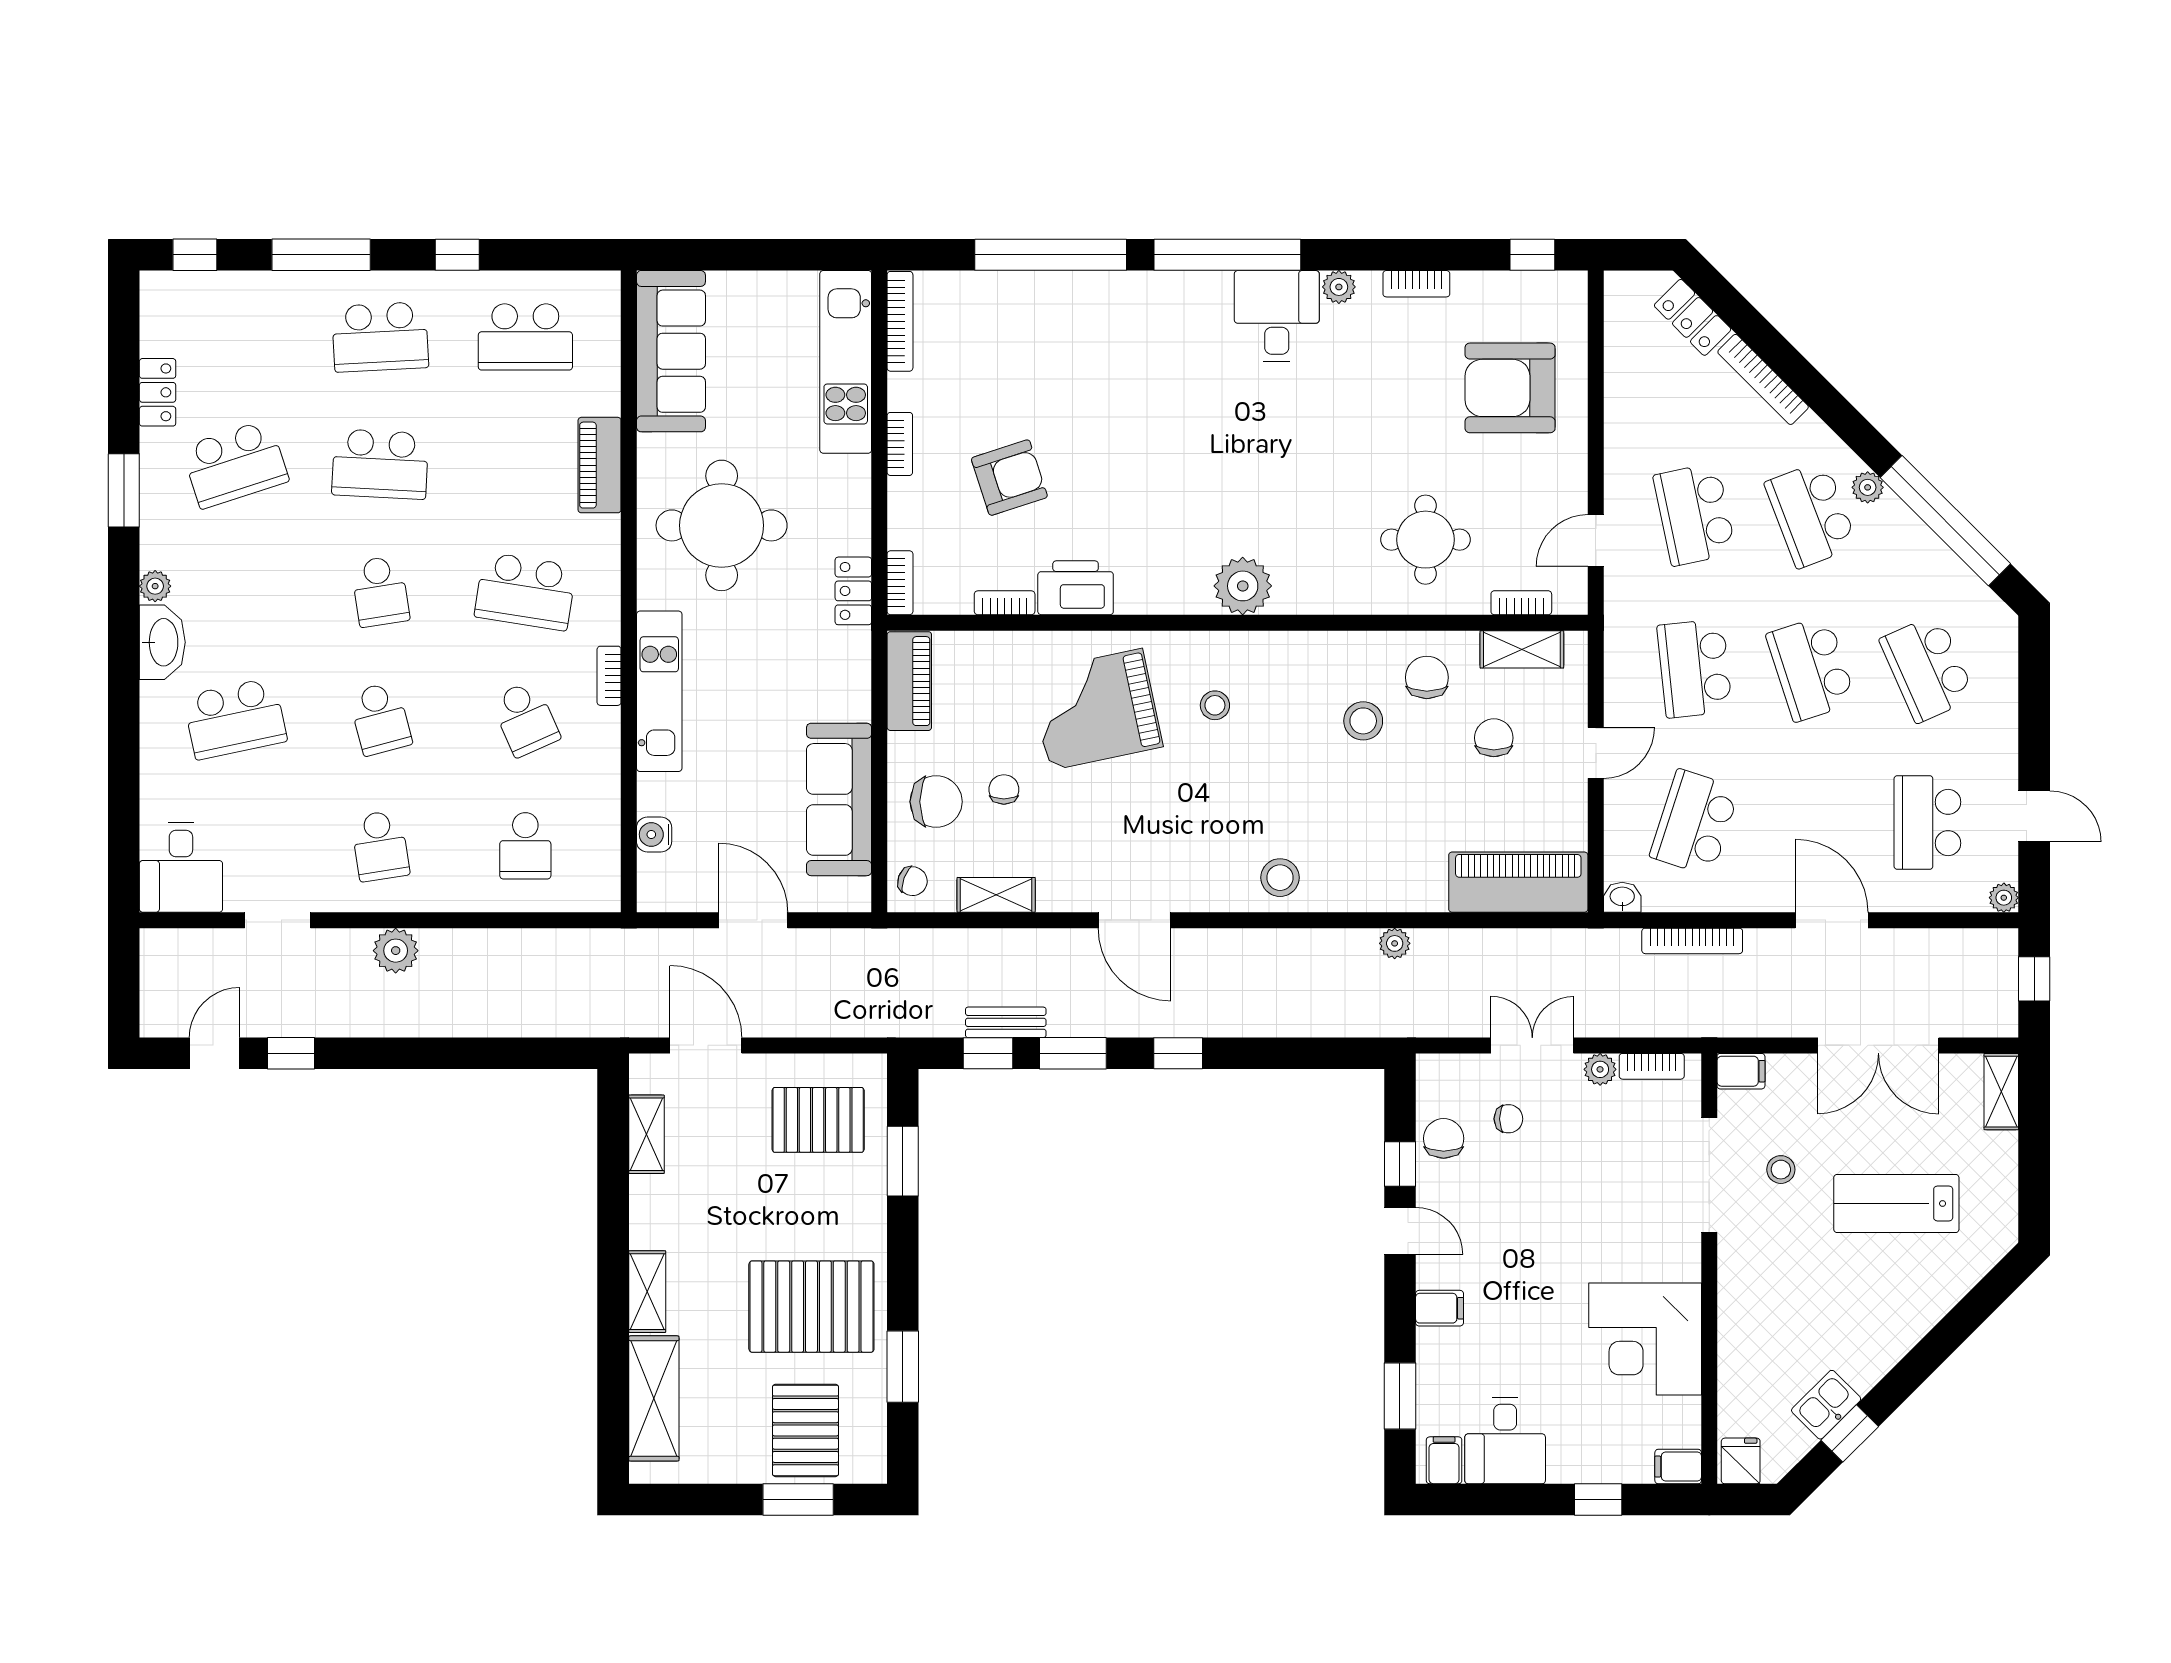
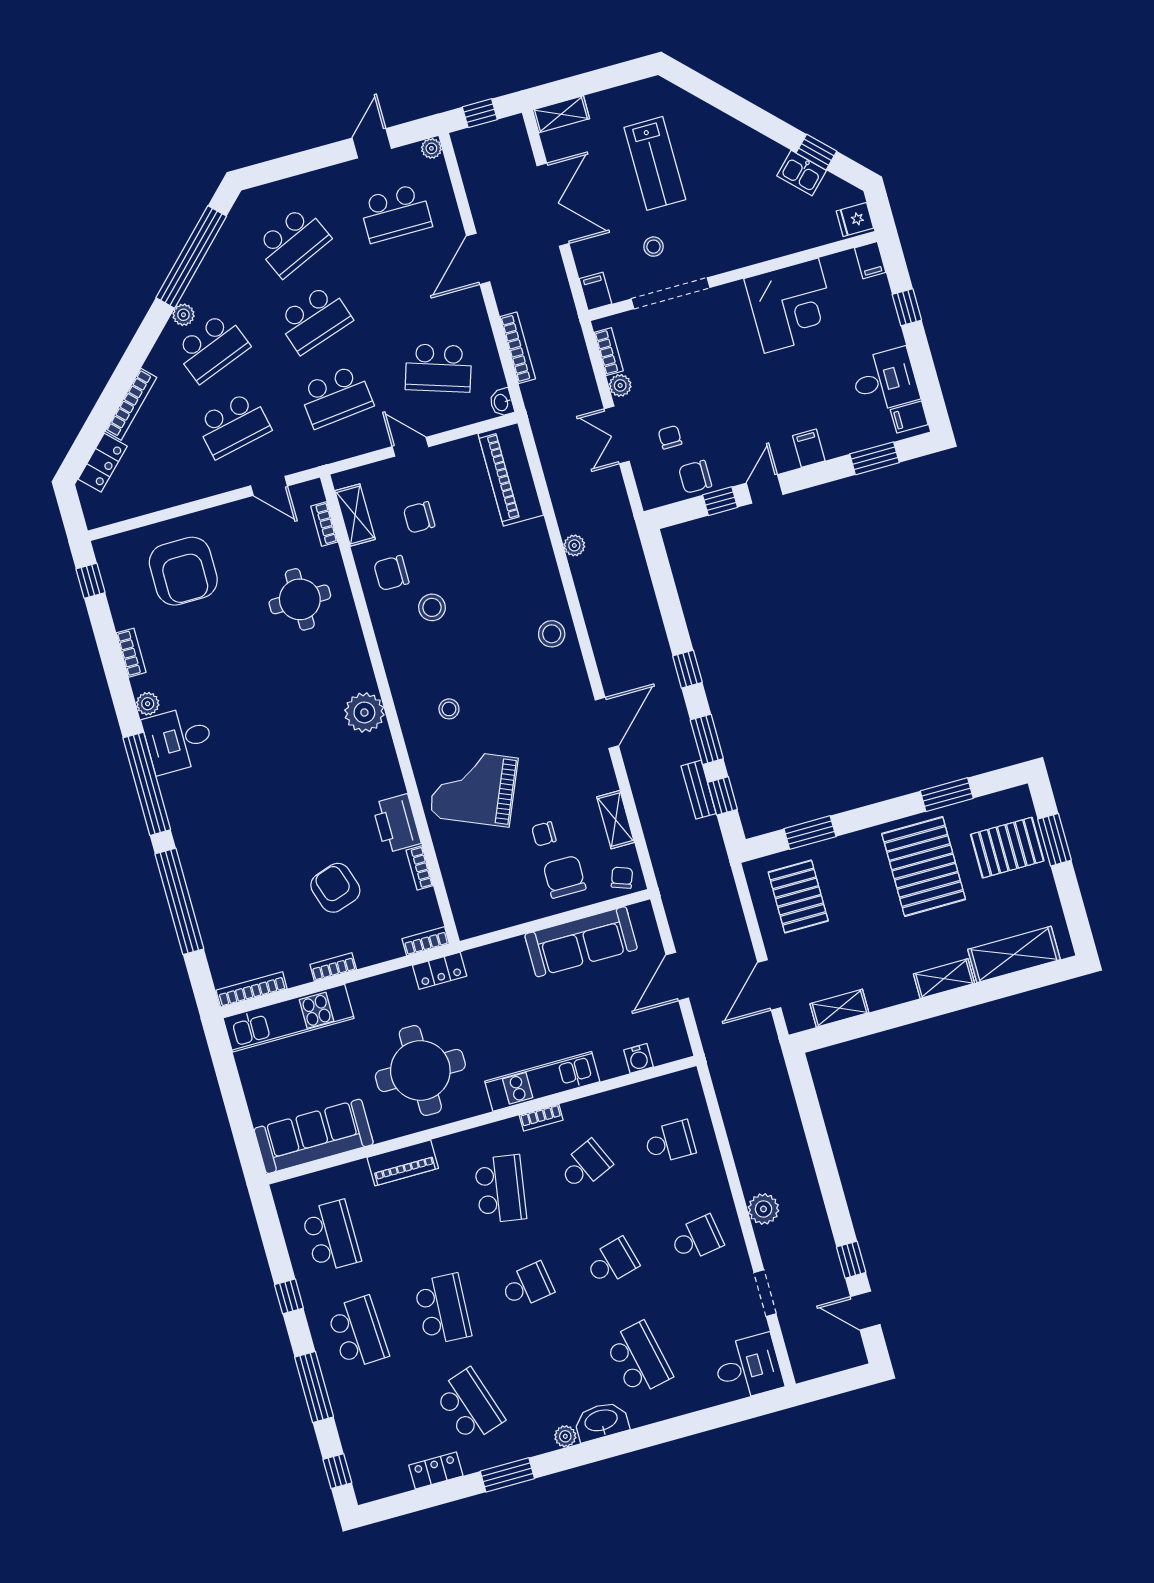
piano: (909, 681) -> (489, 917), removed
grand piano: (1096, 709) -> (474, 787), turned 125

